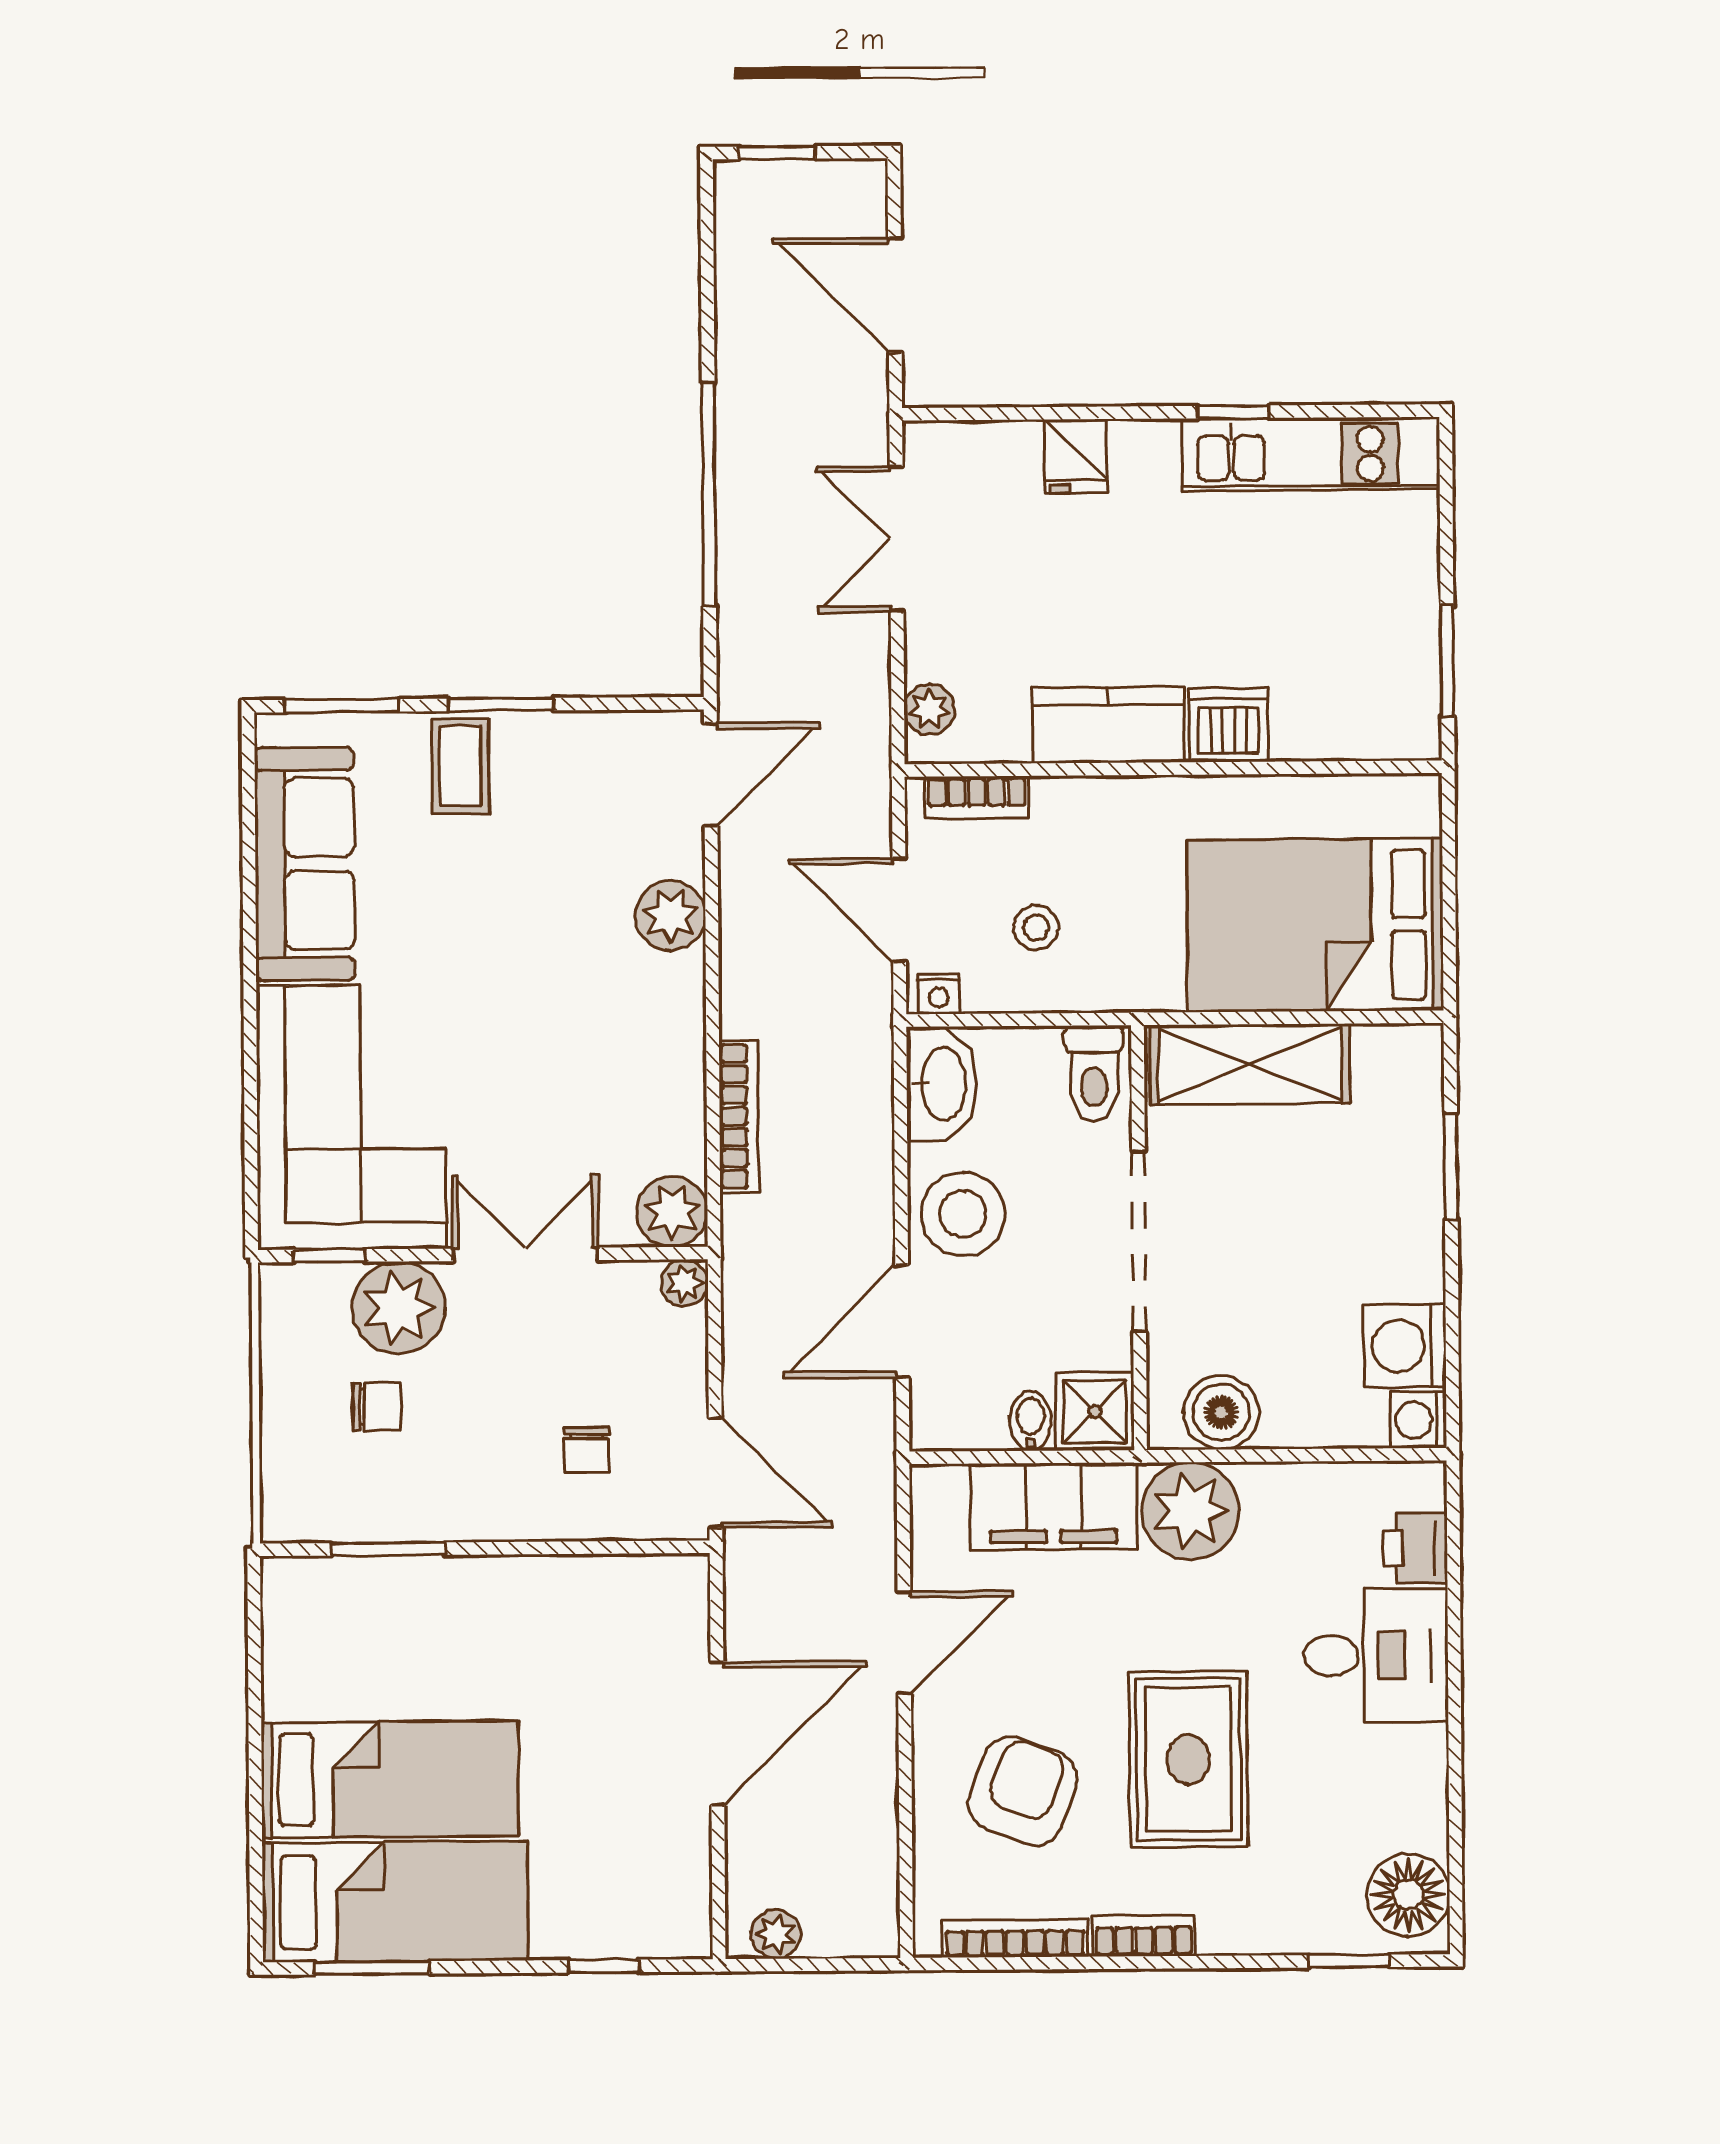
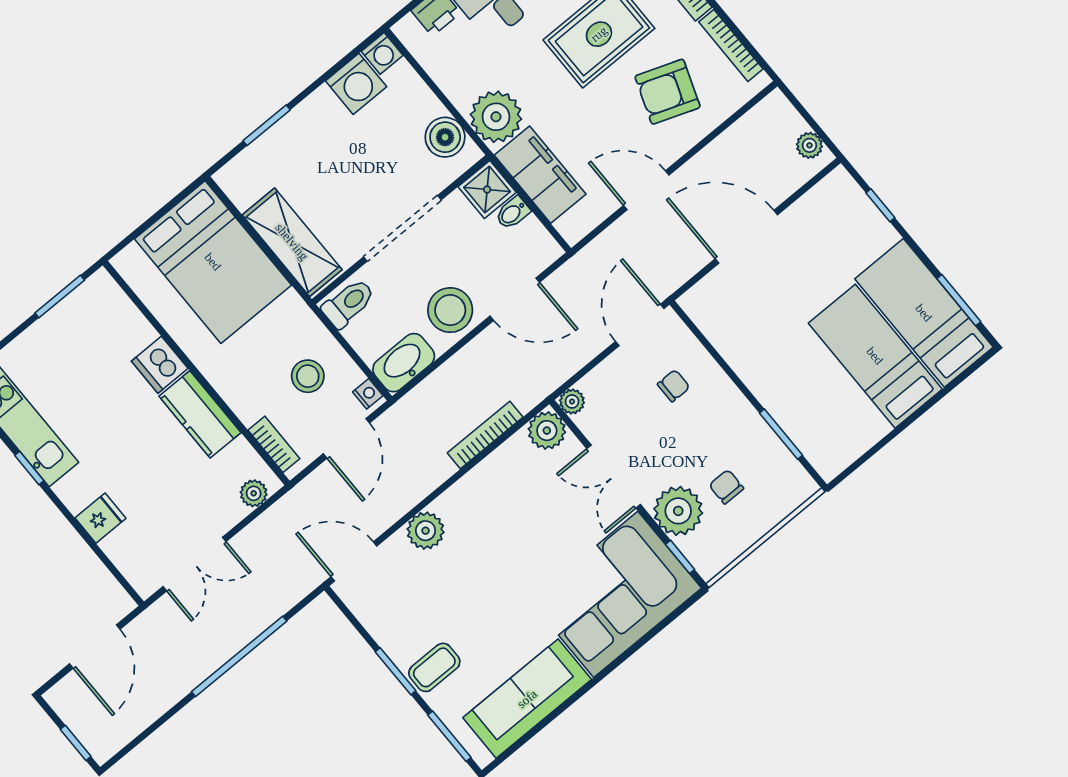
stool: (1036, 928) -> (308, 376), width x1.37, depth x1.37

